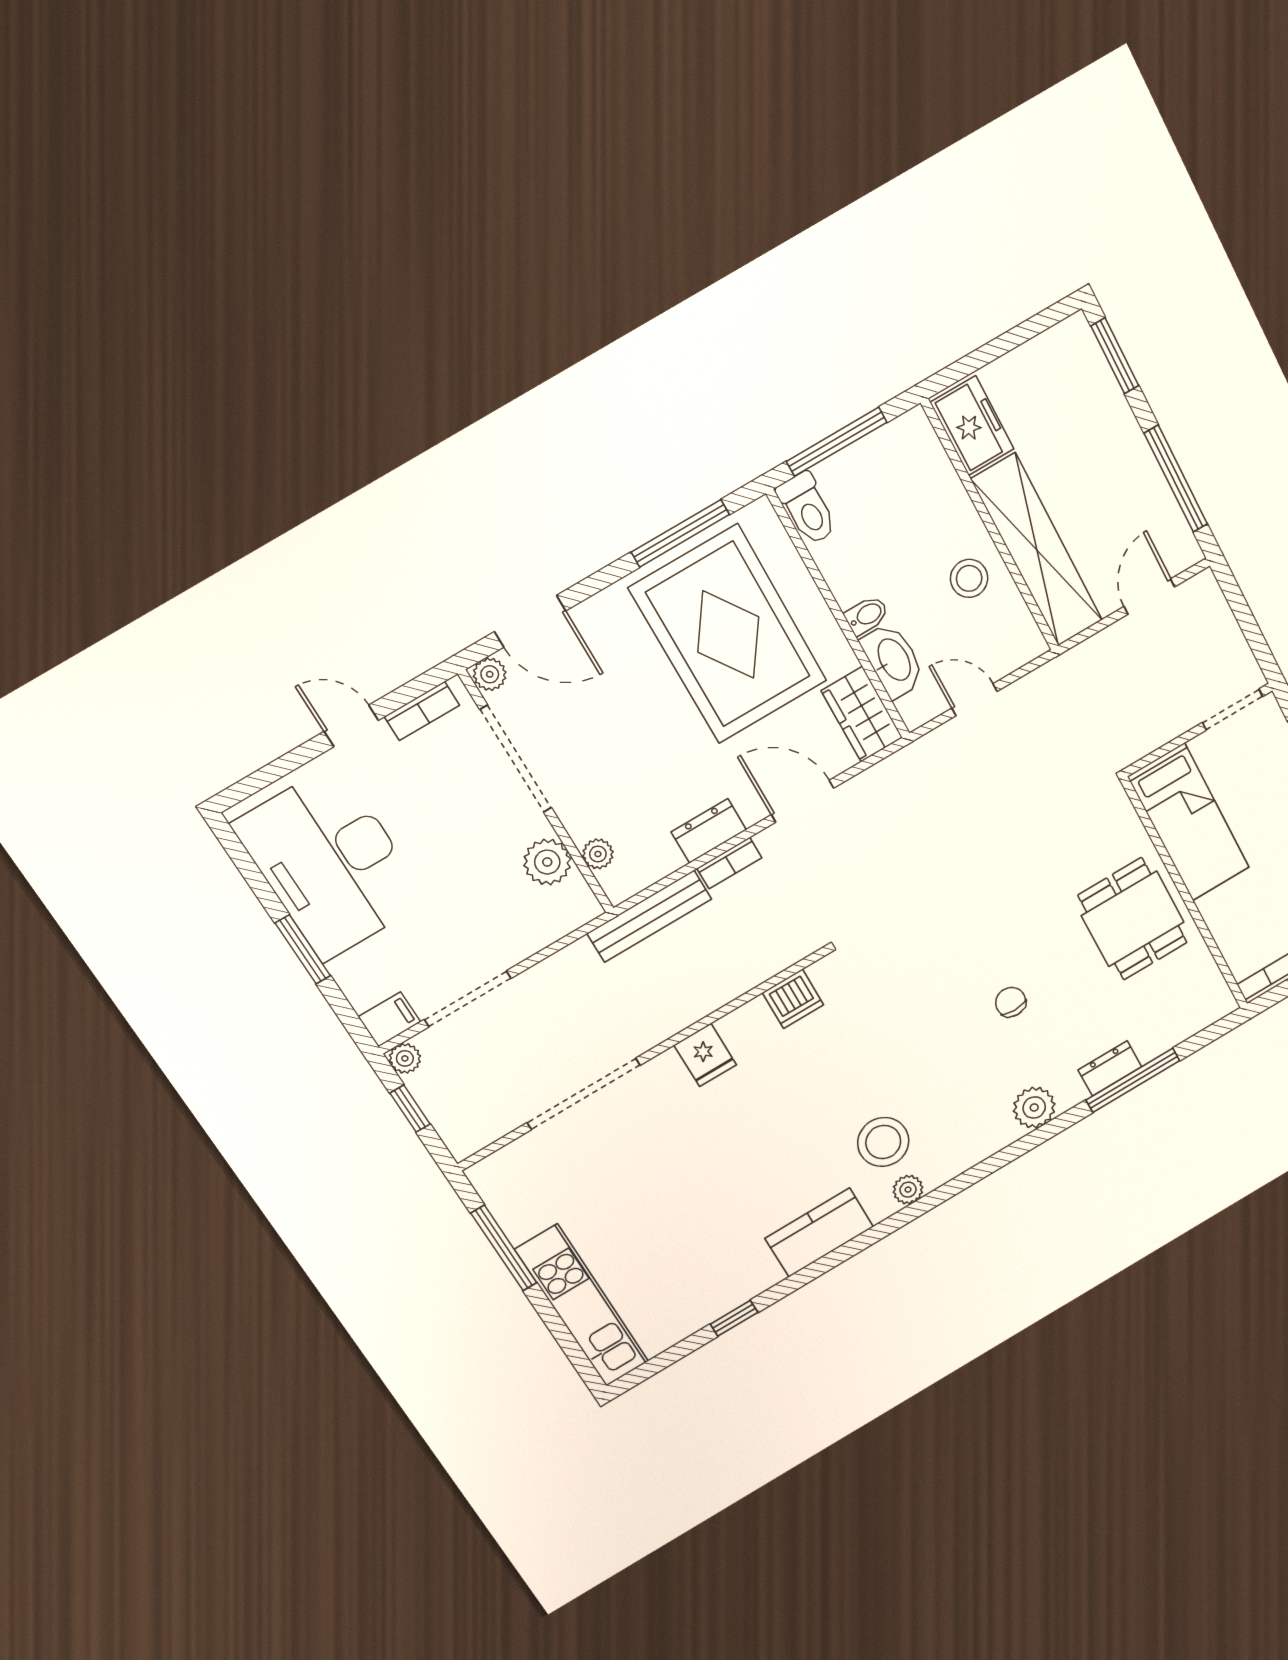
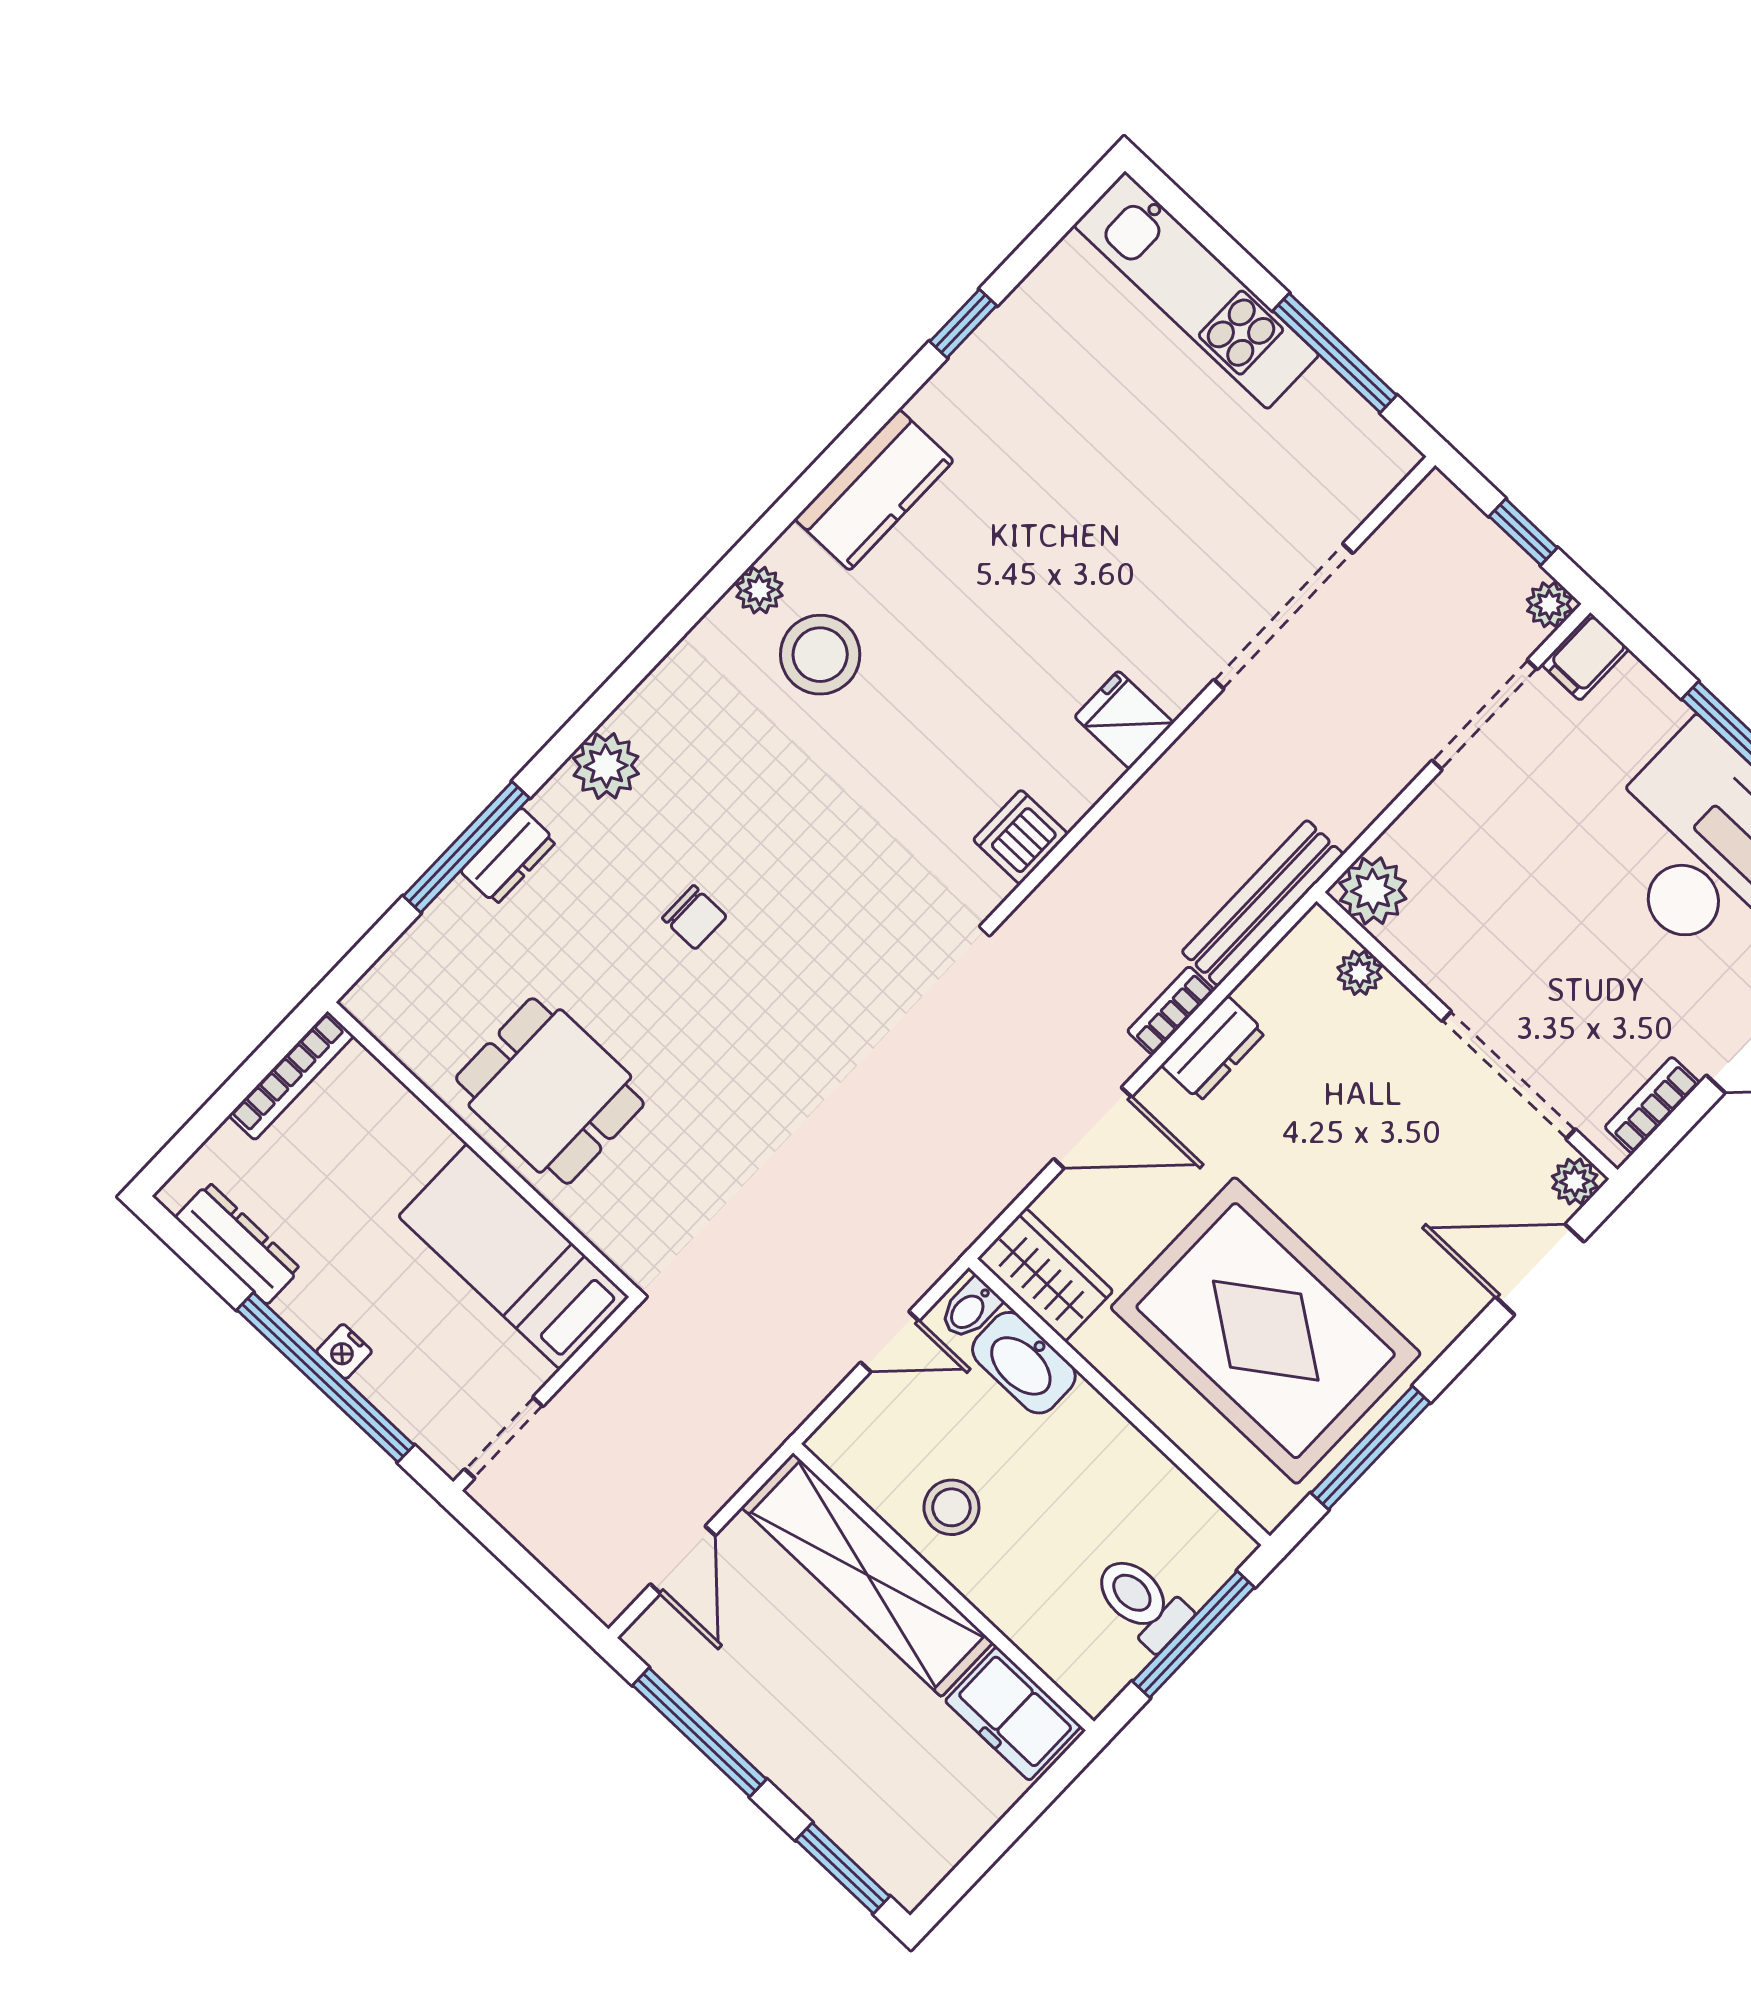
toilet: (807, 509) -> (1142, 1602), moved
bidet: (867, 615) -> (970, 1309), moved
plant: (547, 862) -> (1373, 891), moved

